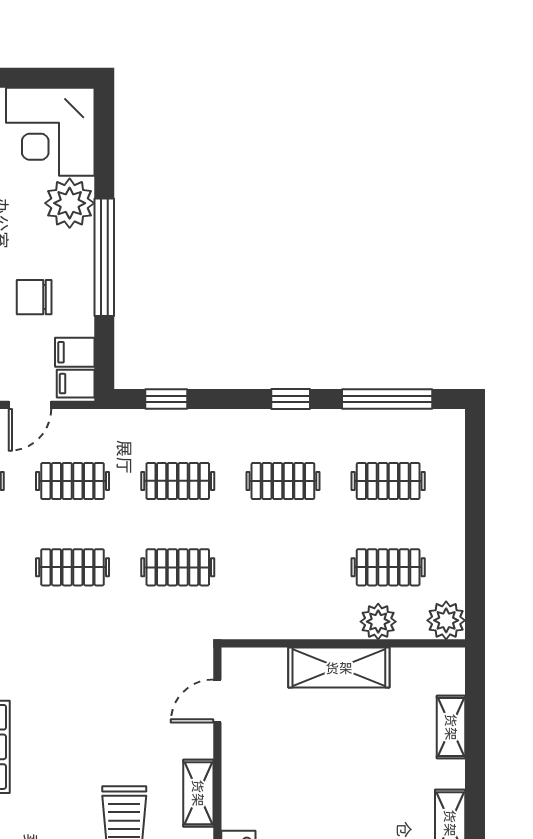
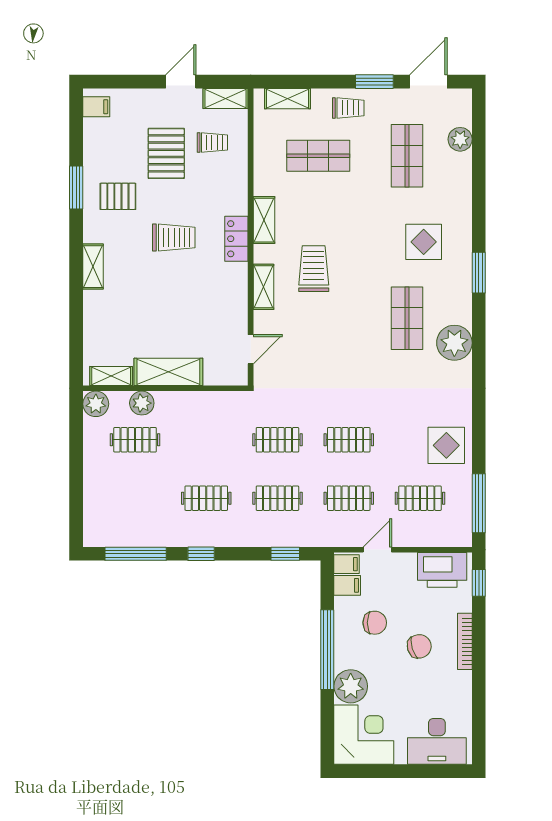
clothes rail: (388, 481) -> (135, 498), removed
shelving: (451, 727) -> (111, 376), moved, turned 90

